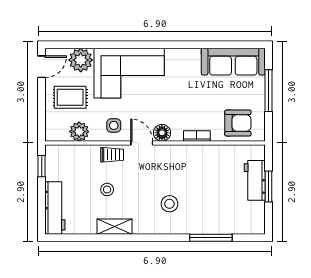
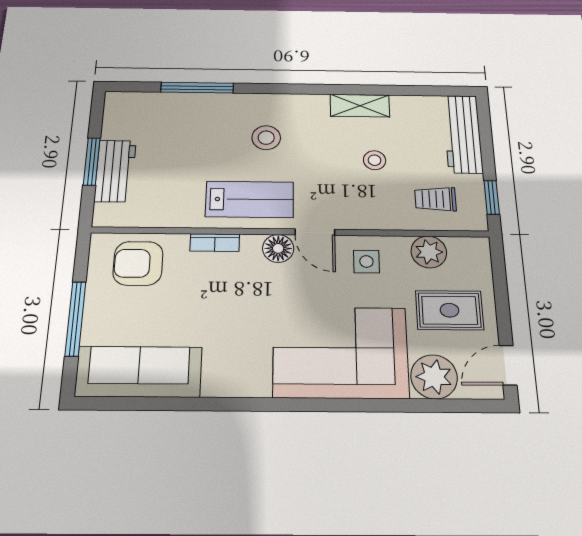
trolley: (112, 155) -> (435, 199), moved
lab bench: (178, 163) -> (250, 199), added

